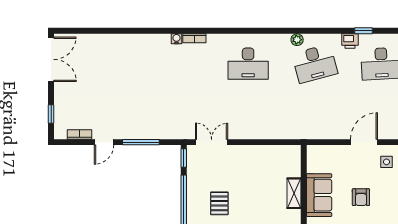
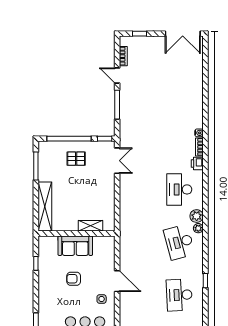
printer: (350, 41) -> (197, 163), moved
plant: (282, 42) -> (197, 216), added
shelving: (294, 193) -> (90, 226), moved
pallet: (219, 203) -> (76, 159), moved

